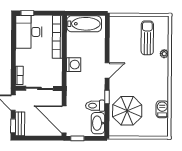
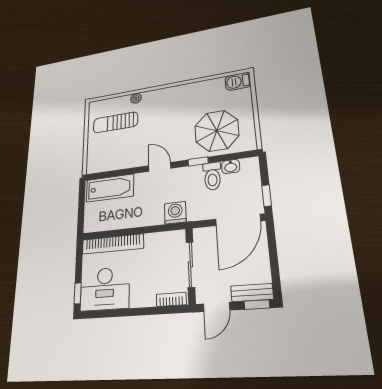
bathtub: (84, 24) -> (110, 188), moved, turned 90
washing machine: (74, 65) -> (175, 213), moved
barbecue: (162, 109) -> (238, 81), moved
washbasin: (98, 123) -> (231, 167), width x0.52, depth x0.69

